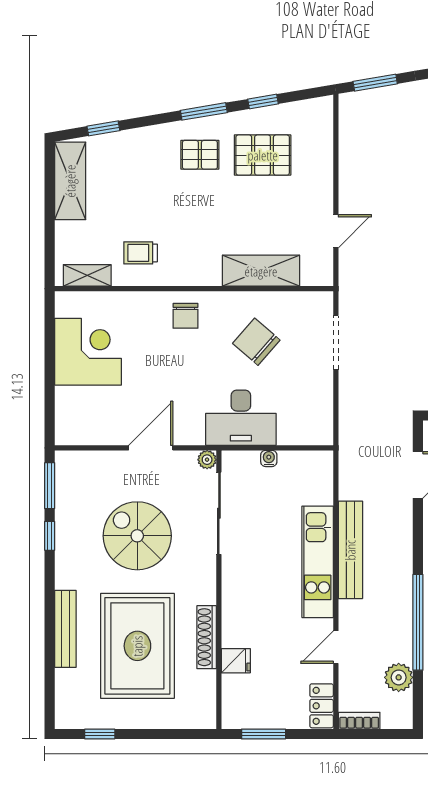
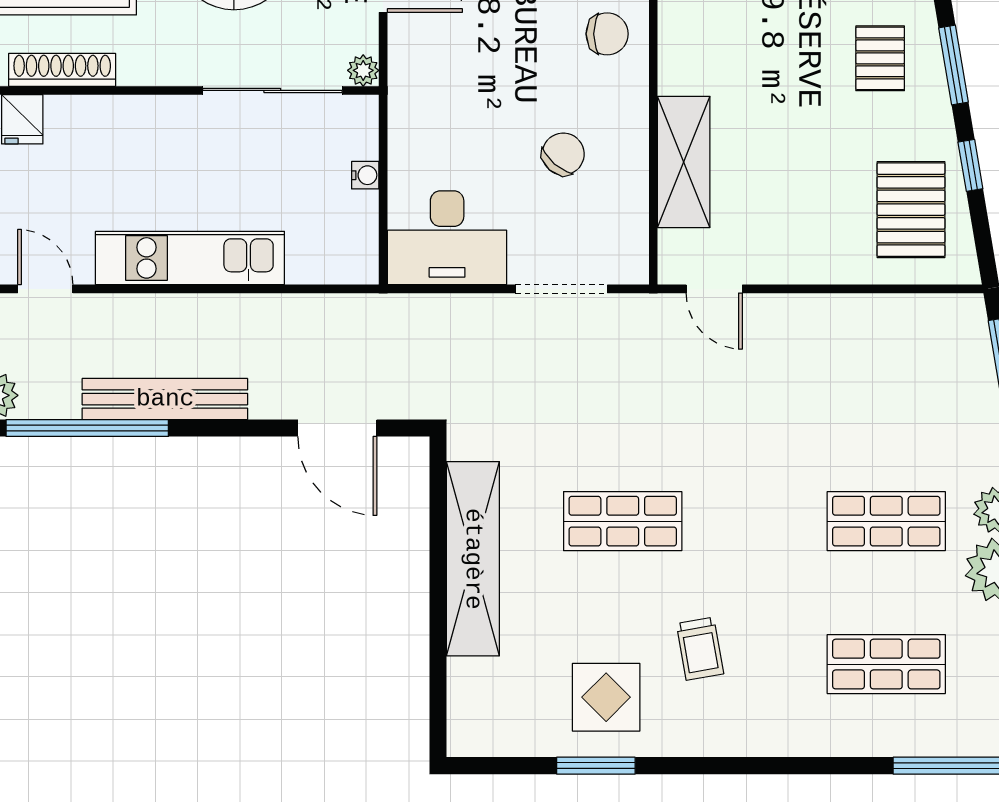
pallet: (263, 155) -> (911, 210), moved
door: (336, 231) -> (714, 289), moved
chair: (186, 316) -> (607, 34), turned 180
chair: (256, 342) -> (563, 154), width x0.73, depth x0.73
desk: (241, 418) -> (447, 238), moved, turned -90
bench: (350, 550) -> (165, 399), moved

